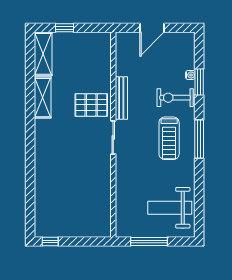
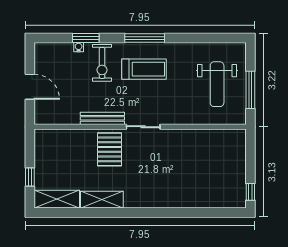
weight bench: (170, 208) -> (217, 84), moved

